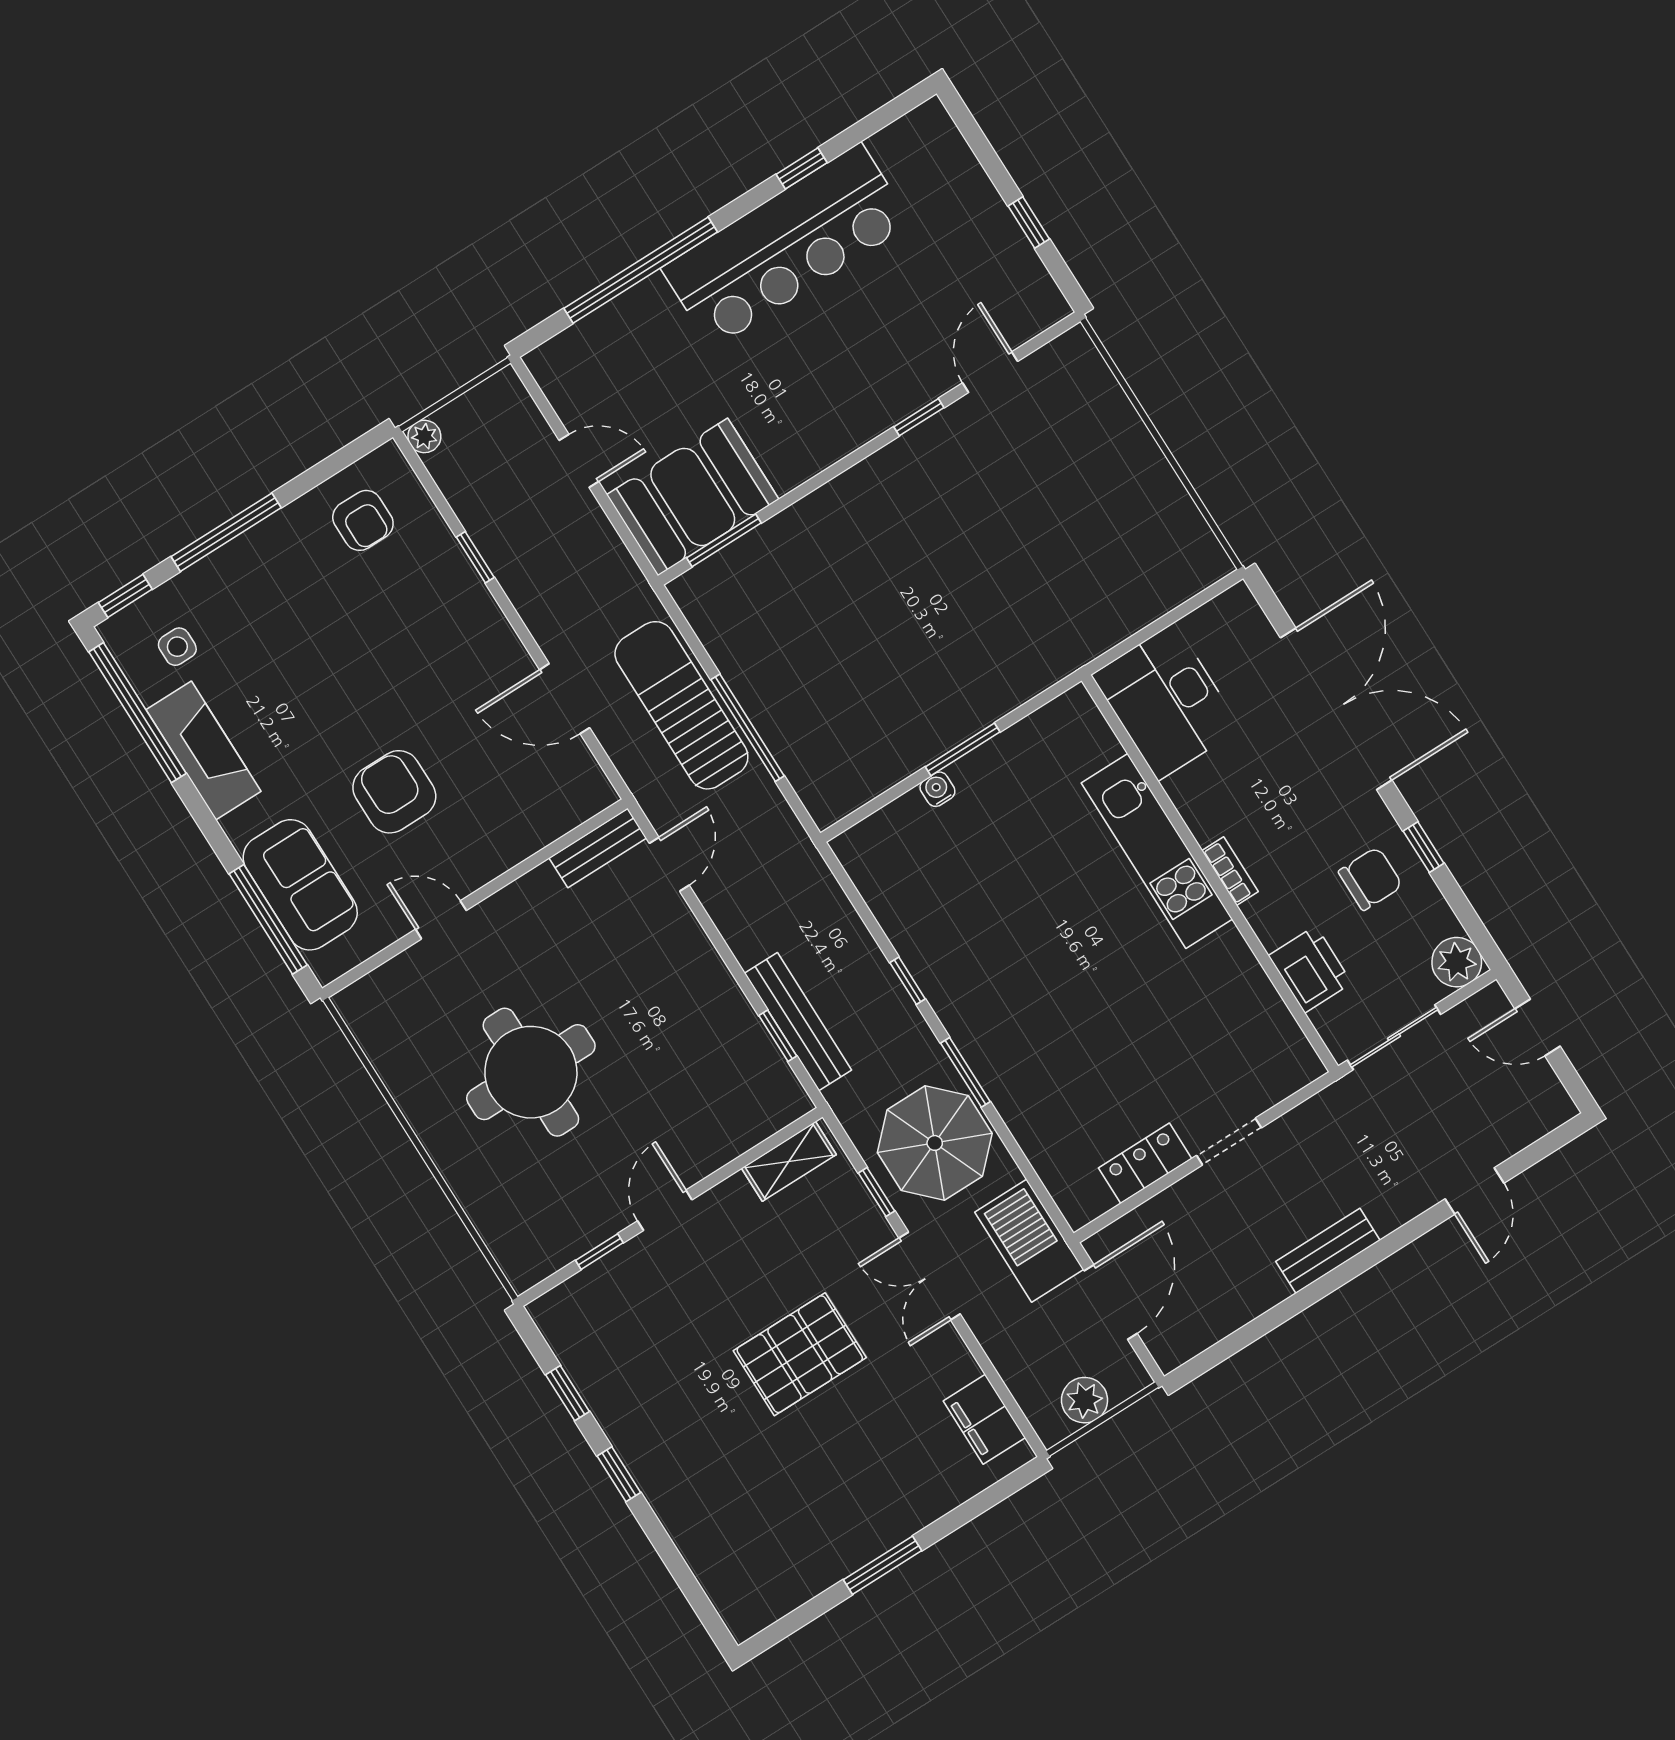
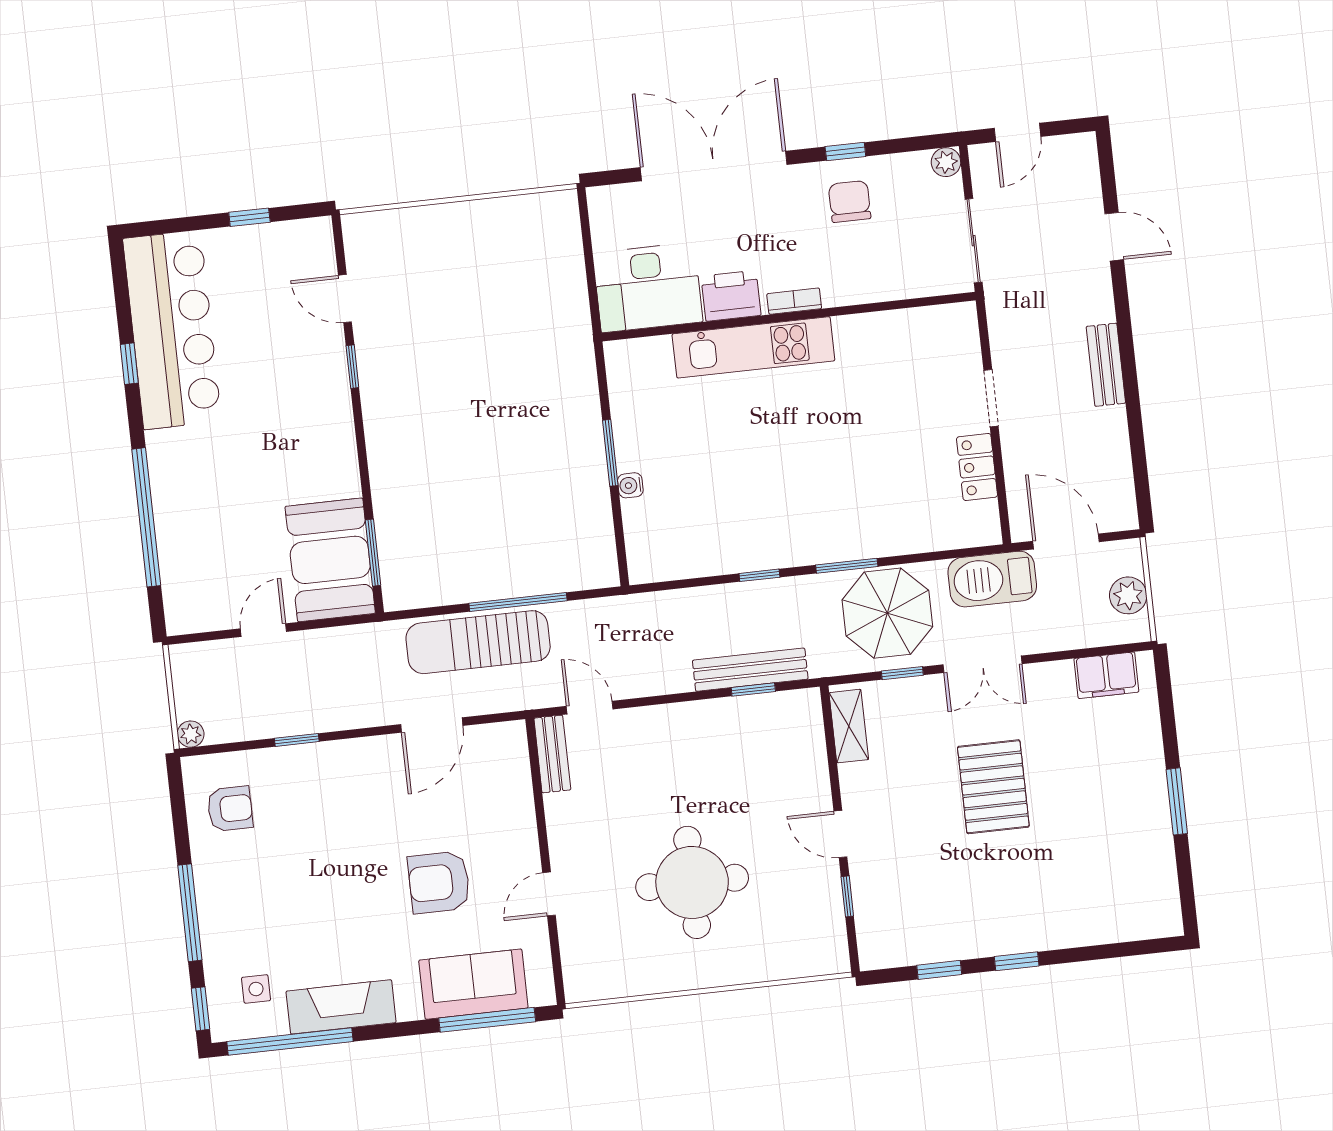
bar counter: (786, 246) -> (172, 330), moved
plant: (1457, 962) -> (946, 162), width x0.73, depth x0.73
printer: (1310, 969) -> (731, 296), moved

